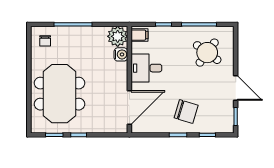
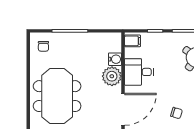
plant: (118, 36) -> (112, 76), moved
chair: (186, 112) -> (176, 113), width x0.54, depth x0.54

